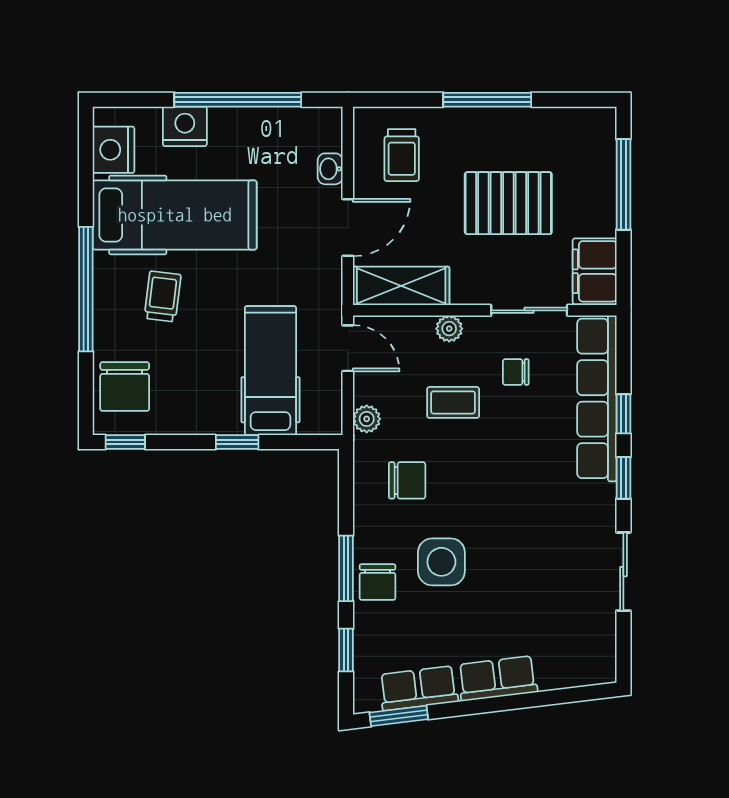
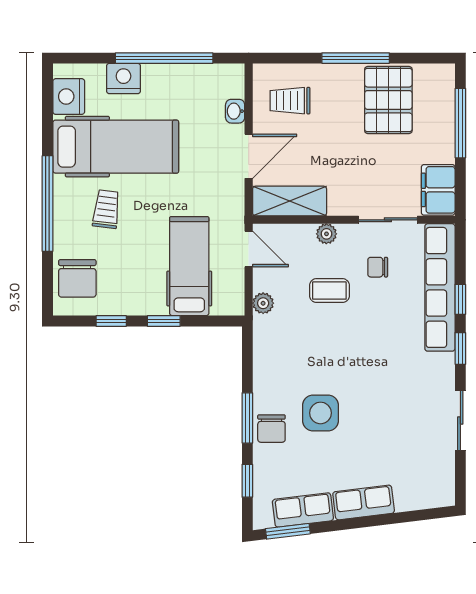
trolley: (402, 155) -> (290, 101), turned 90
pallet: (508, 203) -> (388, 100), moved, turned 90
window: (125, 442) -> (111, 321), moved
chair: (407, 480) -> (294, 350), removed

